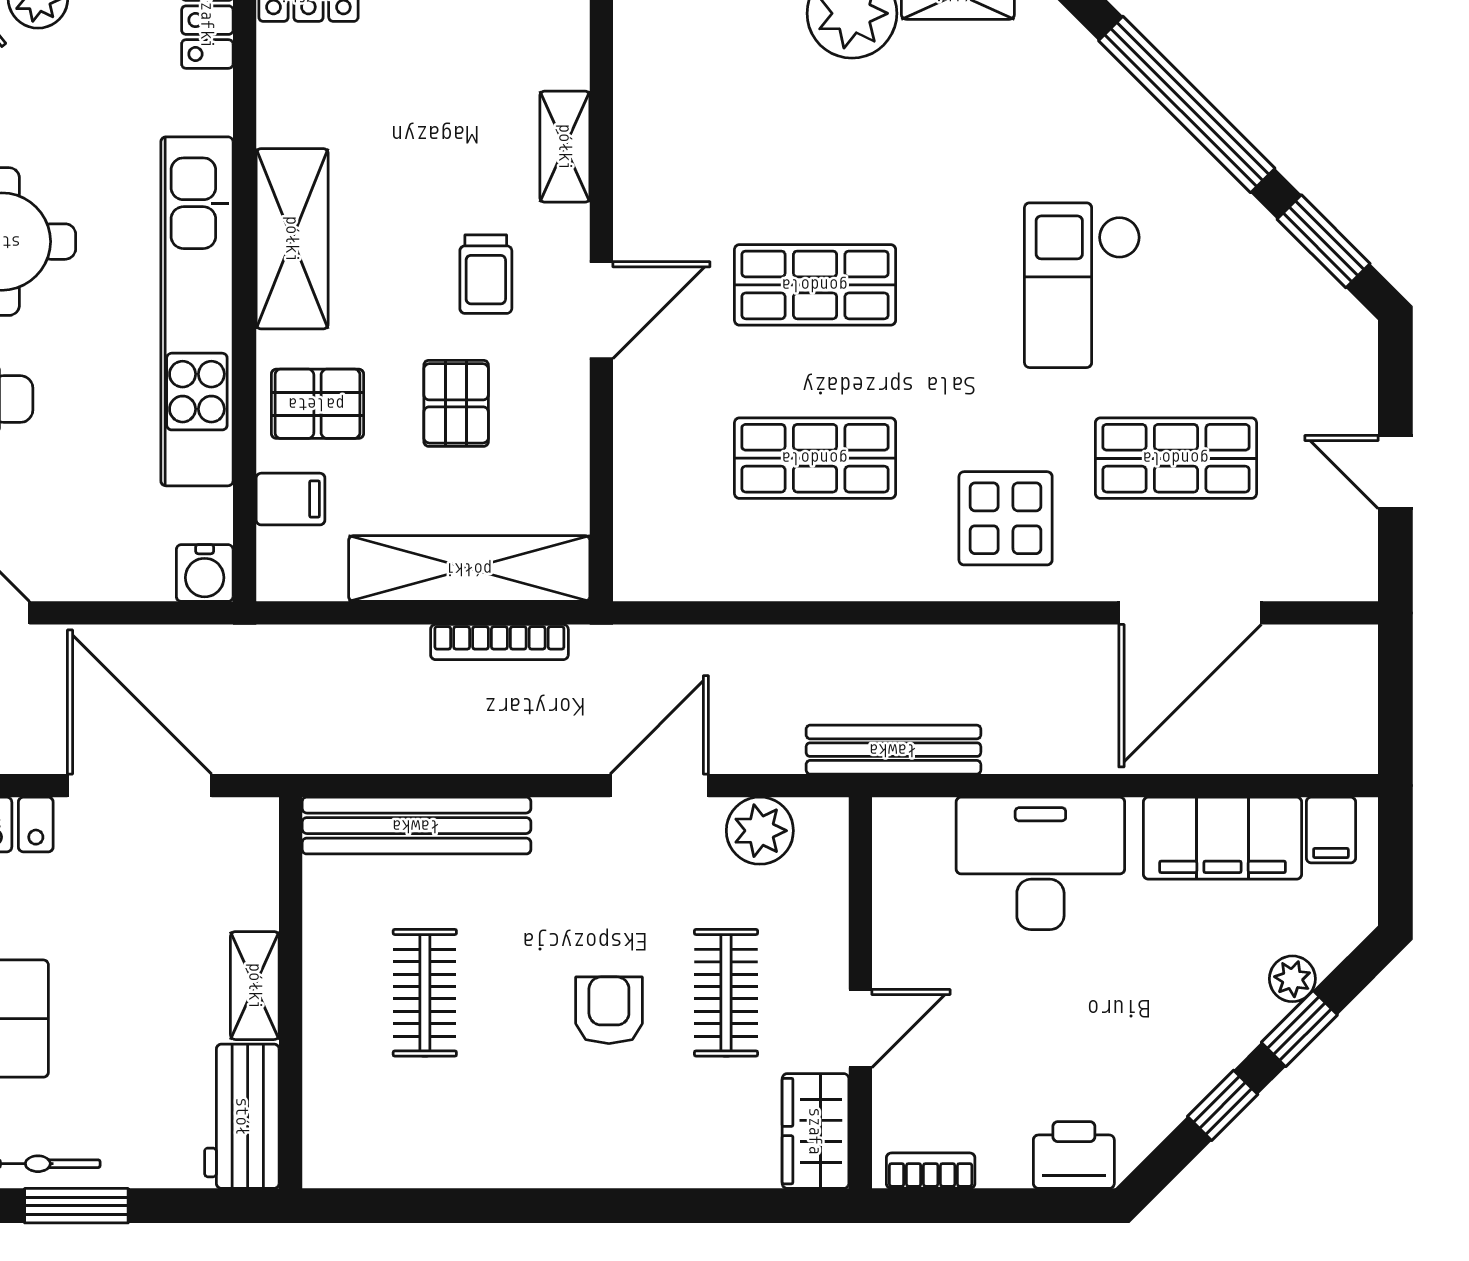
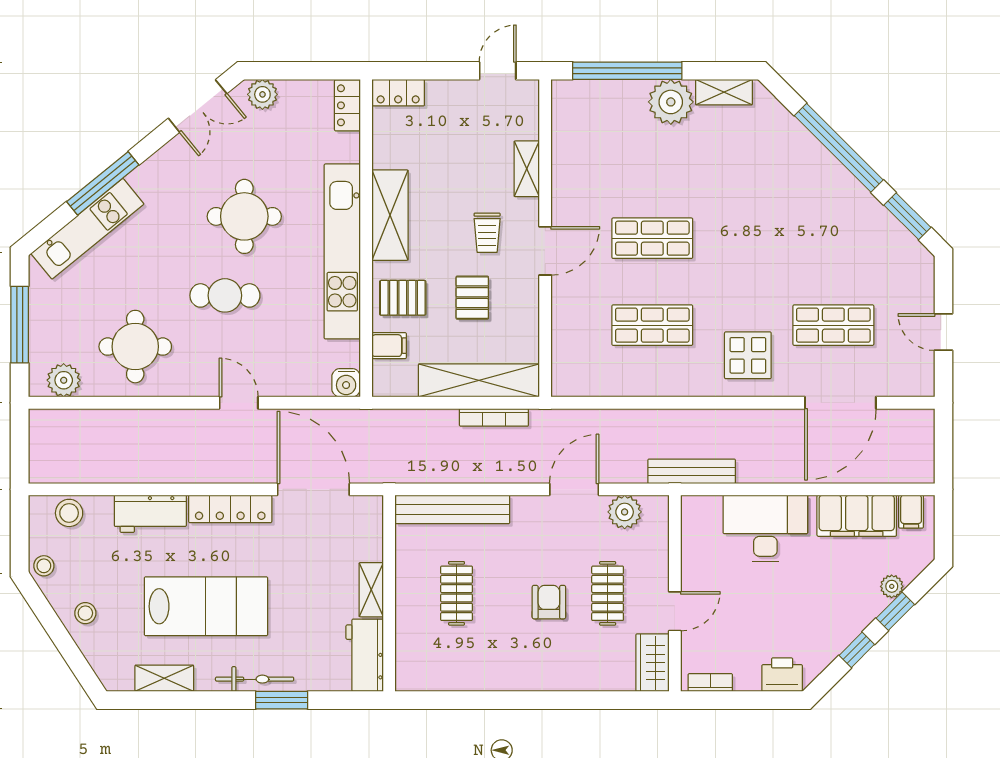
checkout: (1082, 285) -> (786, 238), removed

